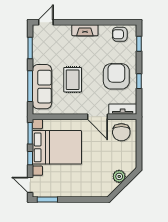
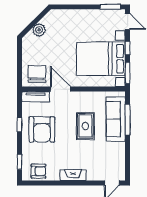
window: (30, 48) -> (128, 157), removed

